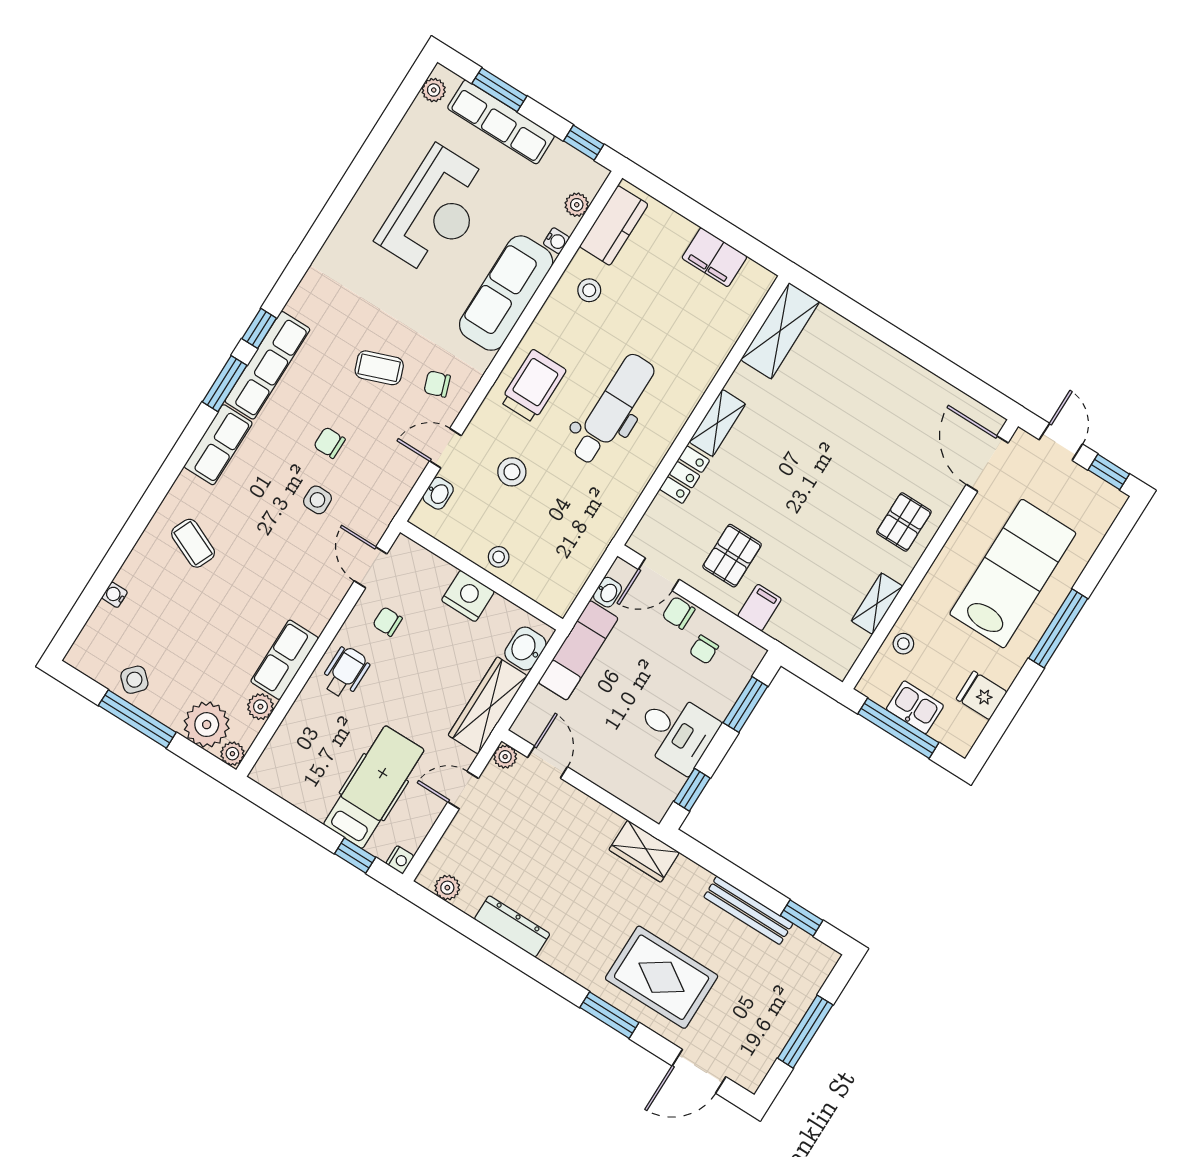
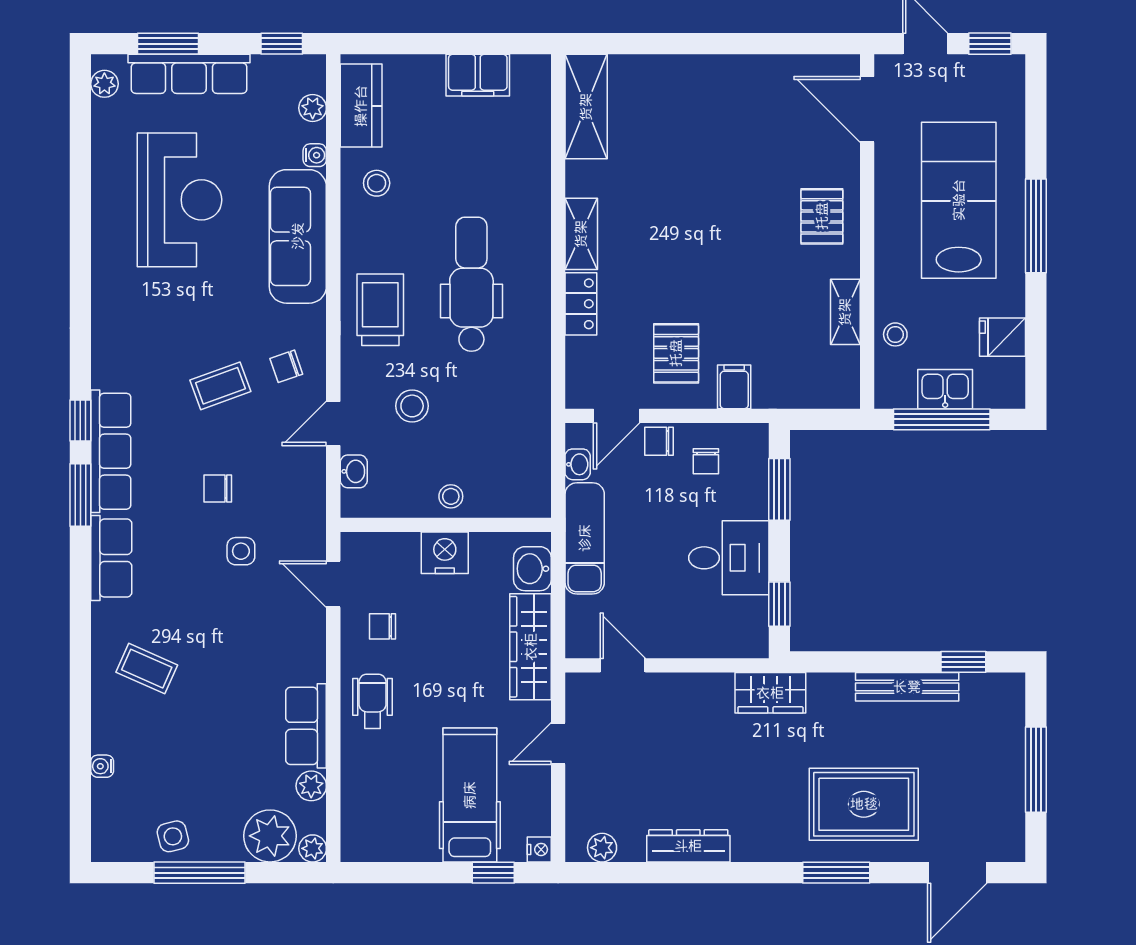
side table: (134, 680) -> (173, 836), turned 33
plant: (505, 757) -> (578, 686), removed

